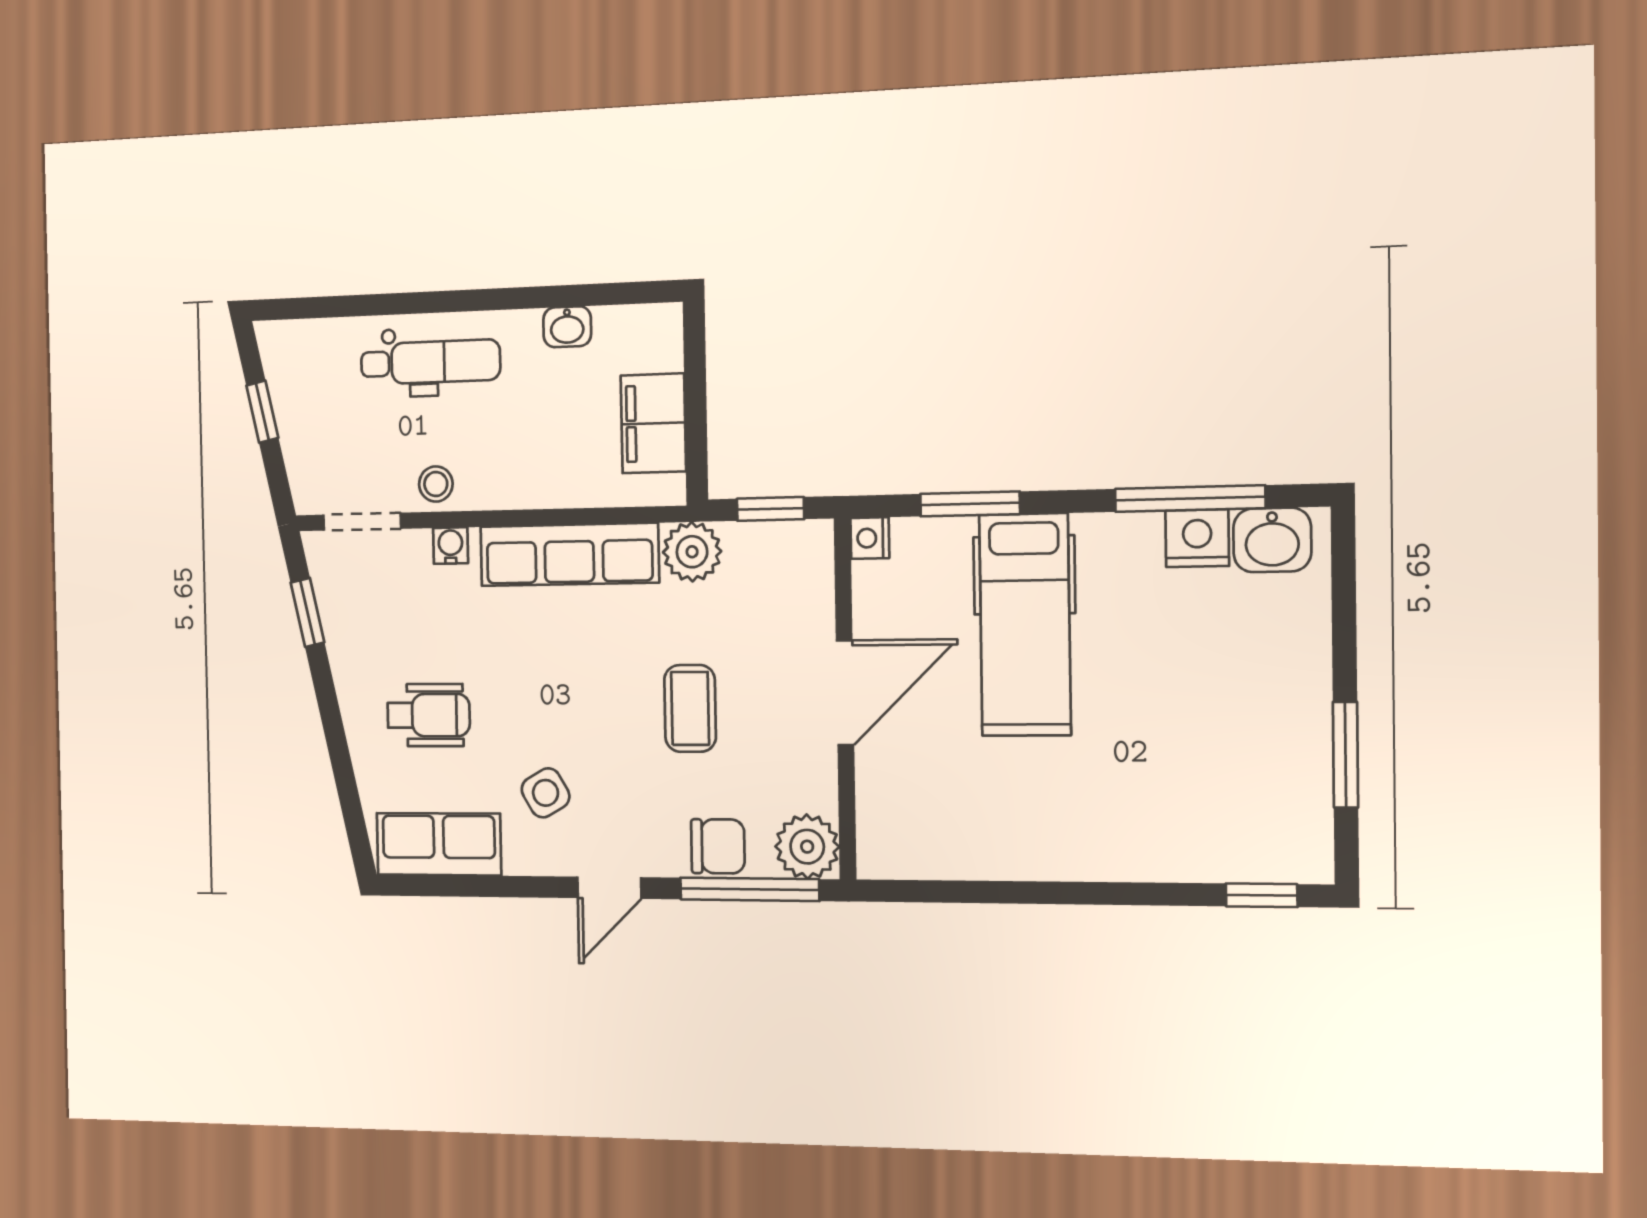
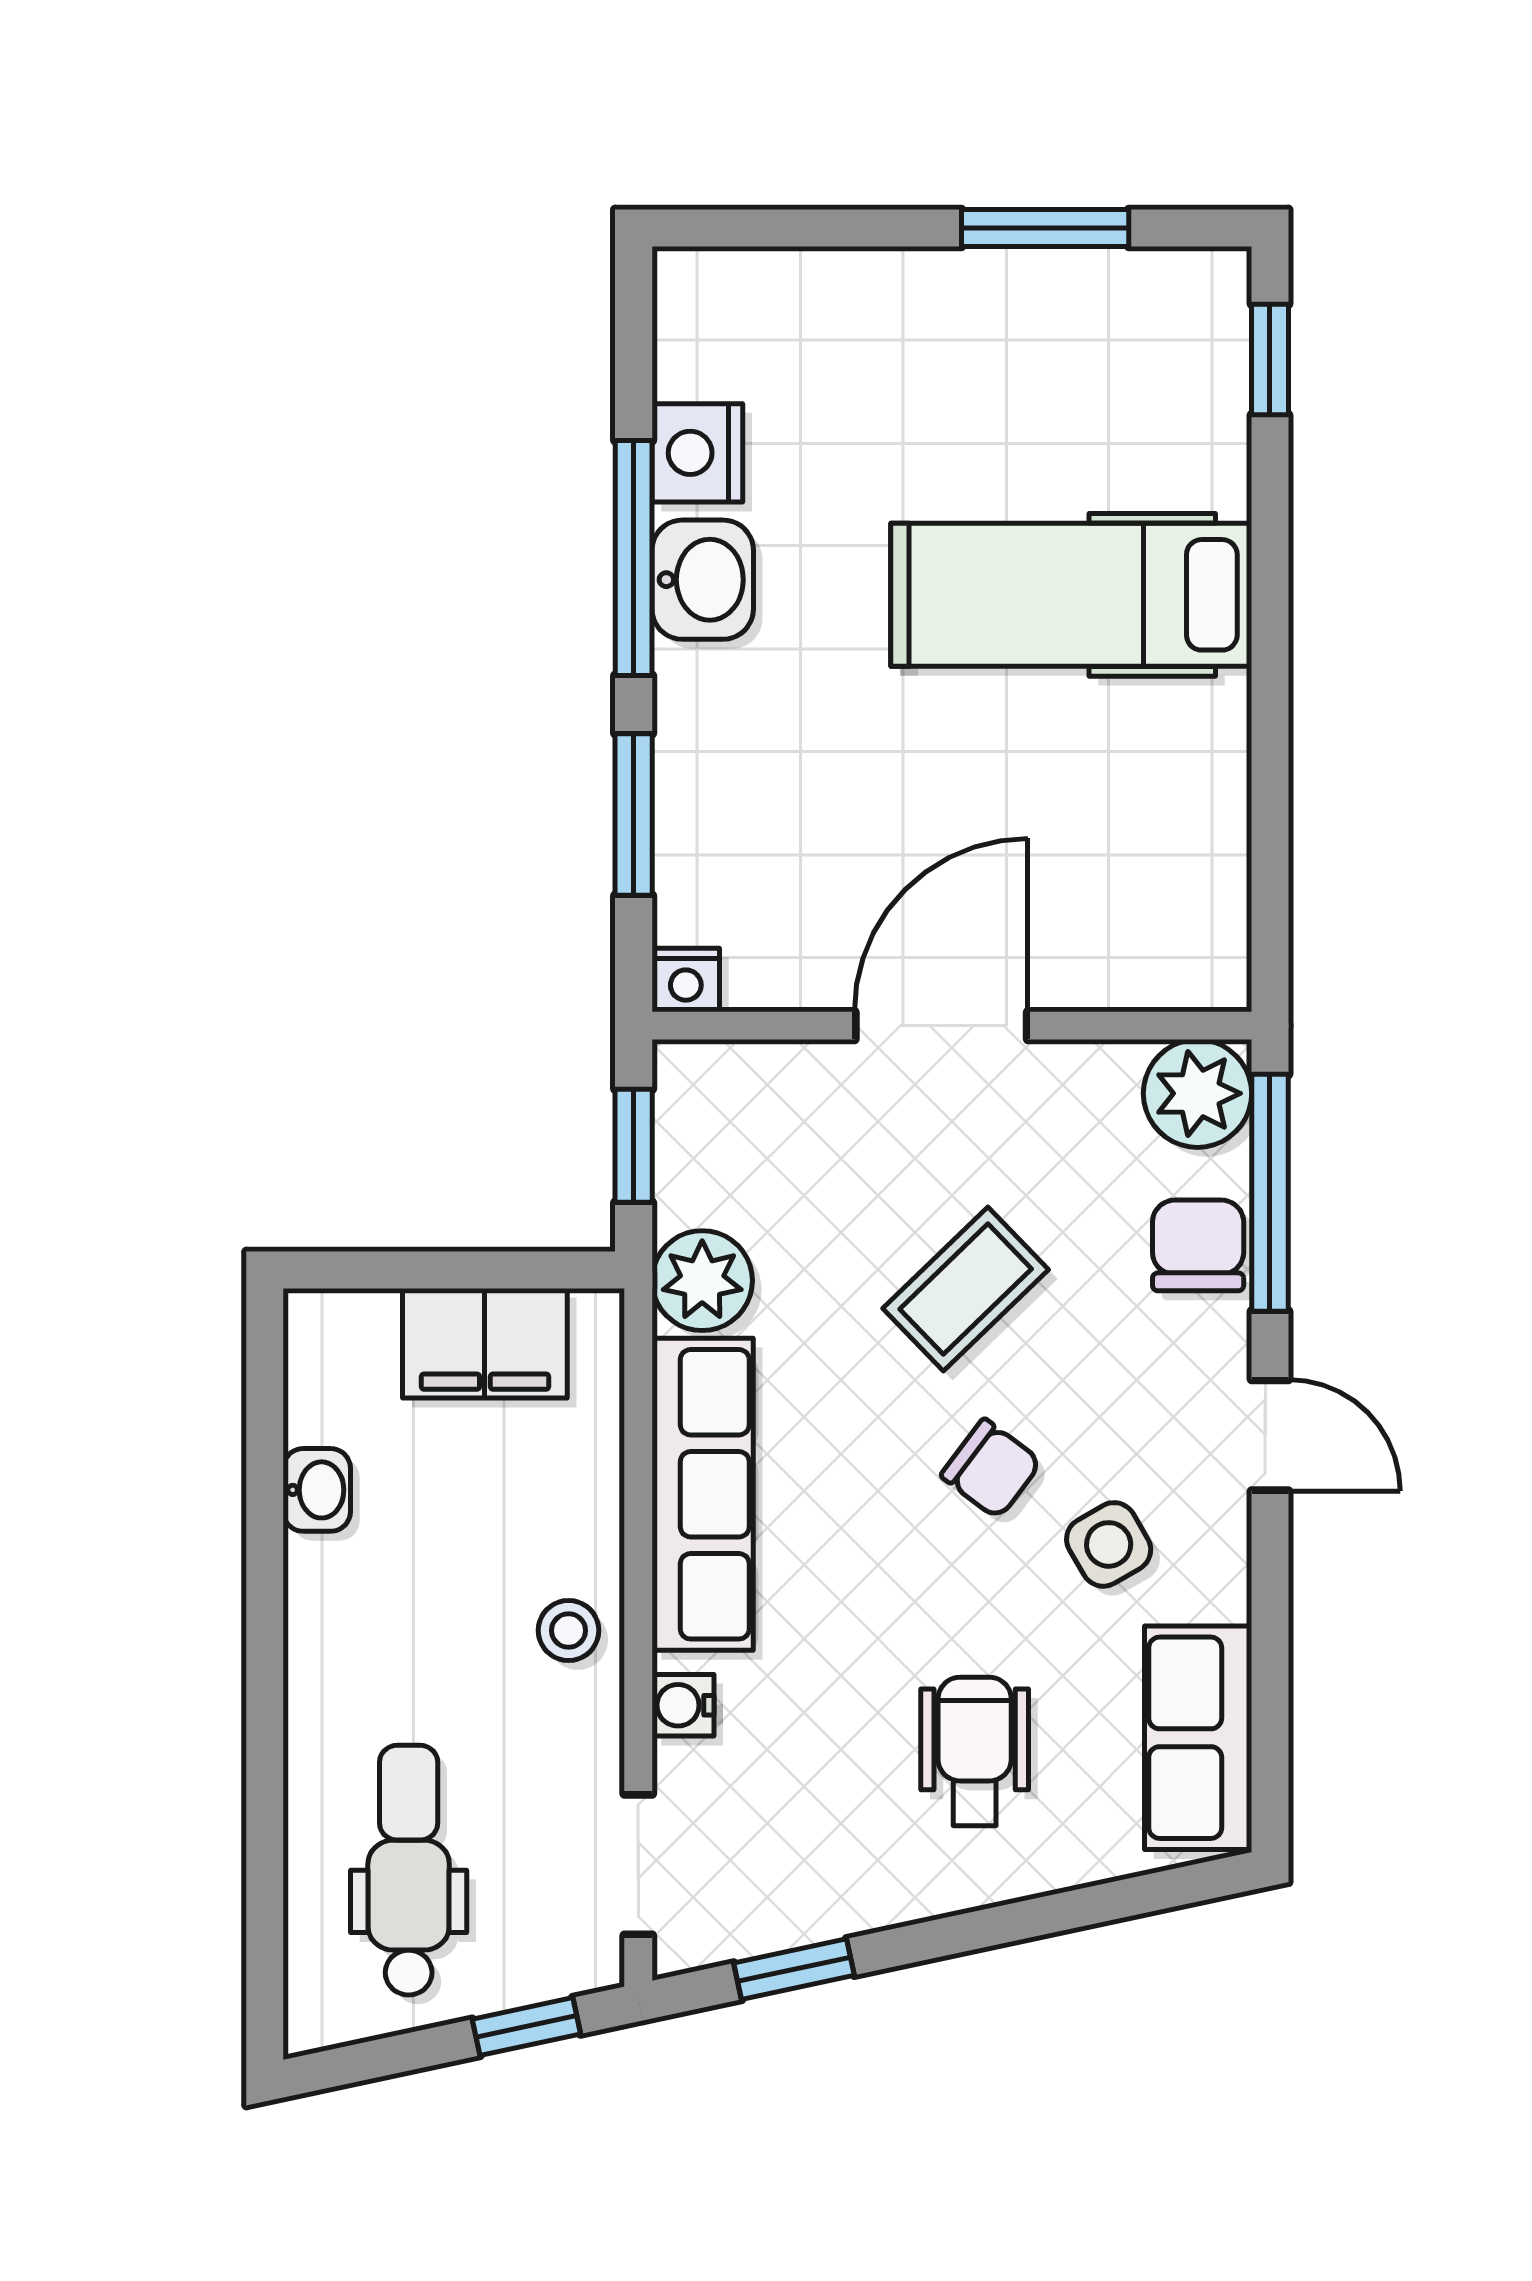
dental chair: (430, 362) -> (409, 1870), moved
window: (262, 412) -> (526, 2027), moved
stool: (436, 484) -> (569, 1630), moved
window: (1190, 499) -> (634, 558), moved
washbasin: (1272, 540) -> (703, 580), moved
hospital bed: (1025, 625) -> (1071, 595), moved, turned 180
door: (845, 693) -> (941, 1026), hinge flipped
coffee table: (690, 708) -> (966, 1289), turned -44
chair: (587, 724) -> (991, 1469), added

